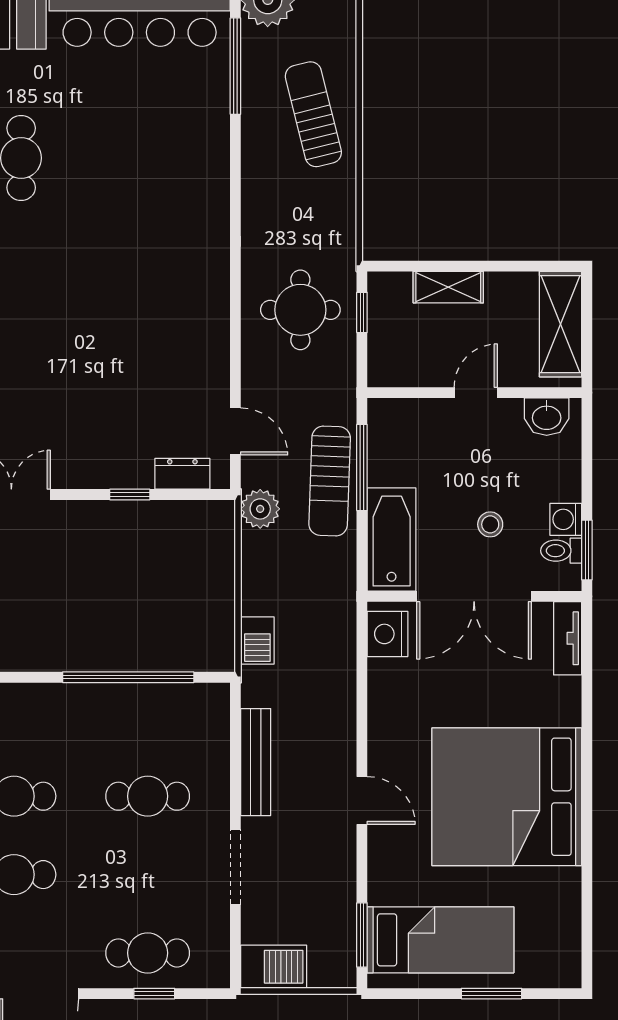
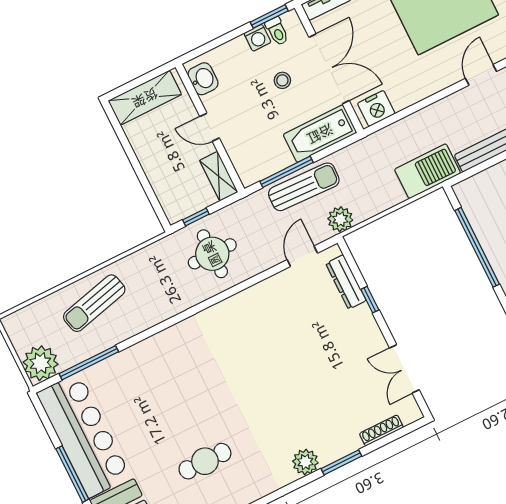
shelving: (448, 287) -> (219, 176), moved
dresser: (182, 474) -> (346, 282), width x1.44
barbecue: (257, 640) -> (428, 171), width x1.88, depth x1.53

